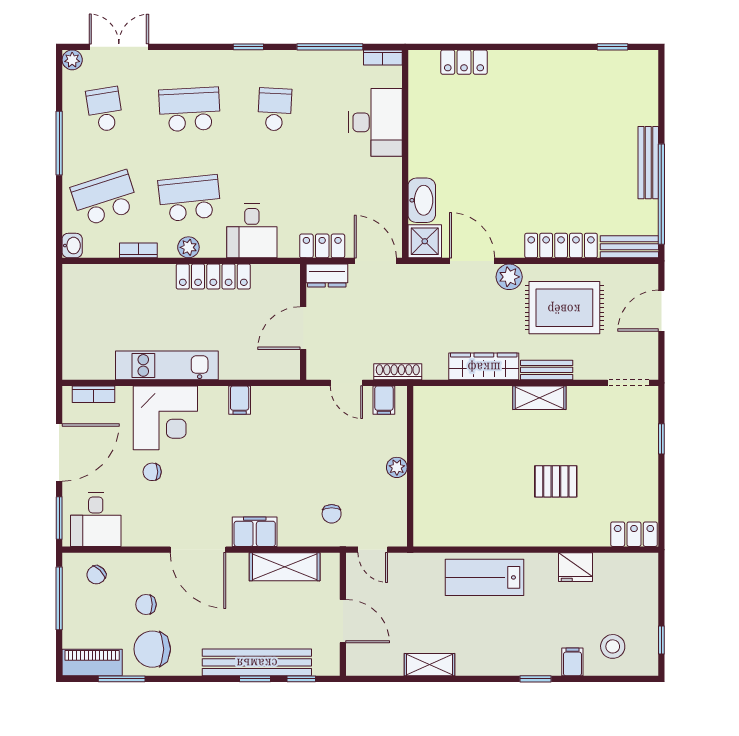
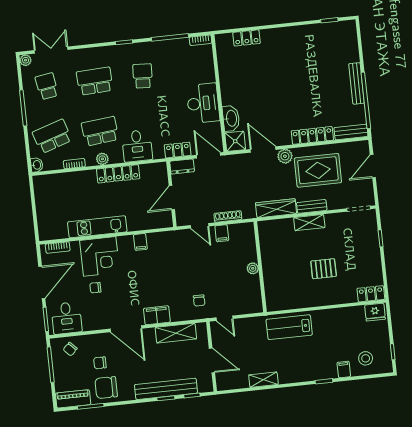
desk: (375, 122) -> (203, 103), moved
wall: (410, 466) -> (260, 267), moved
plant: (397, 467) -> (253, 268), moved
fridge: (576, 567) -> (375, 312), moved

